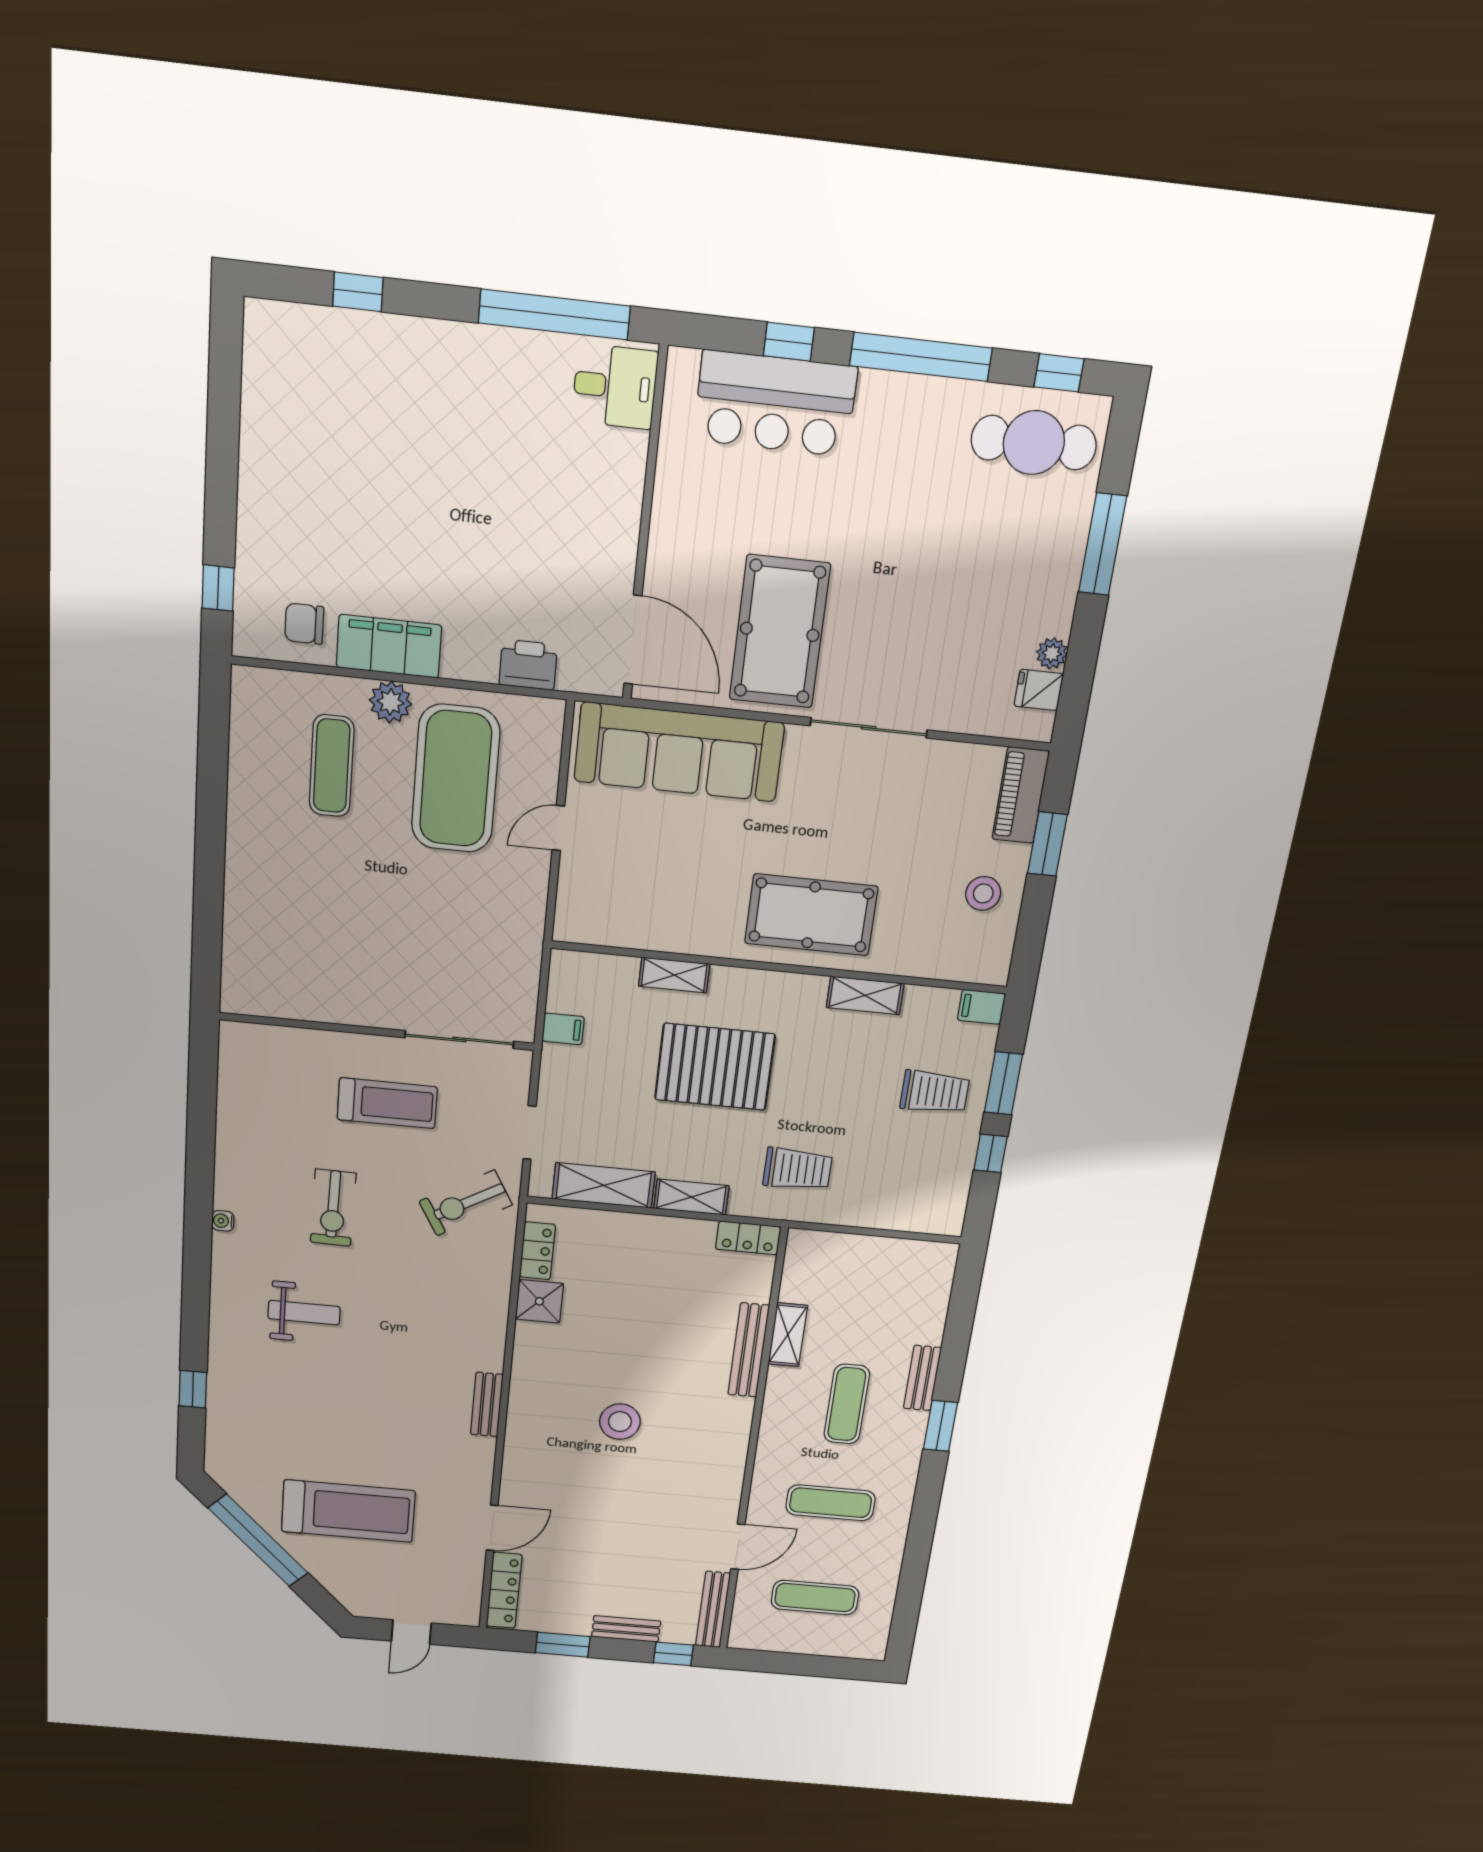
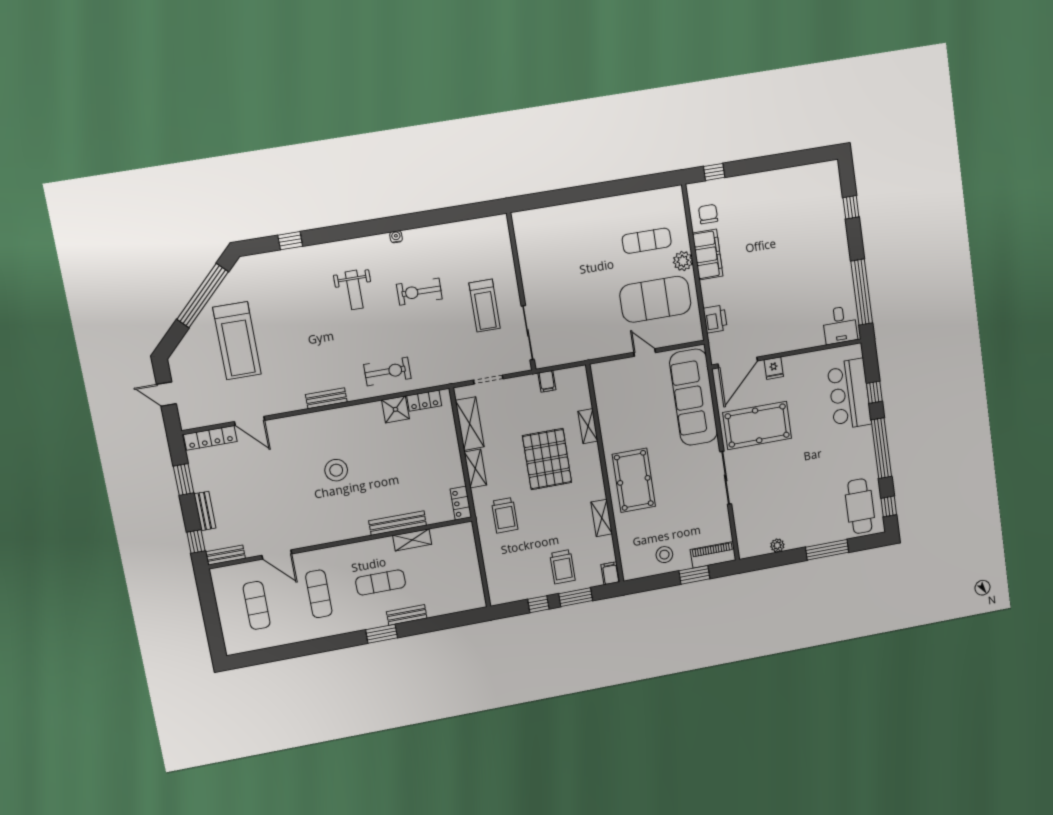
fridge: (1039, 690) -> (774, 368), moved, turned 180
exercise bike: (466, 1203) -> (387, 371), moved, turned 120
bench: (713, 1610) -> (225, 555), width x0.73

